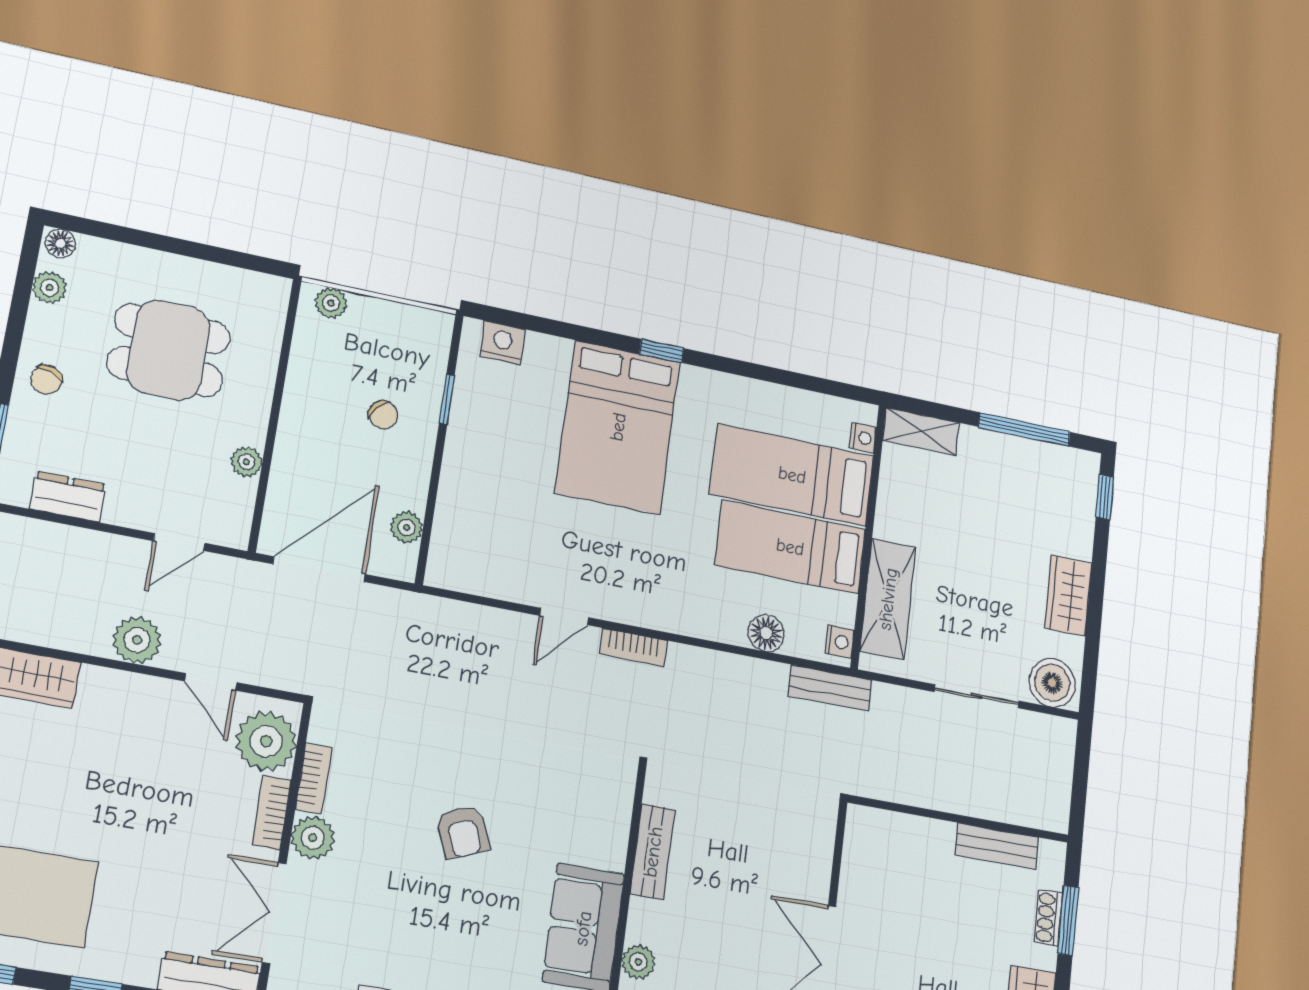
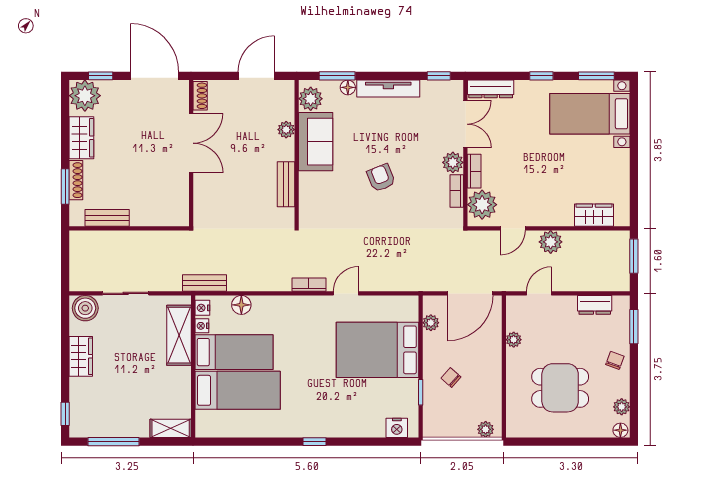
bed: (618, 427) -> (377, 350), moved, turned -90
nightstand: (863, 438) -> (202, 326), moved
door: (211, 682) -> (513, 228), swing flipped
shoe rack: (1048, 918) -> (76, 180), width x1.43

